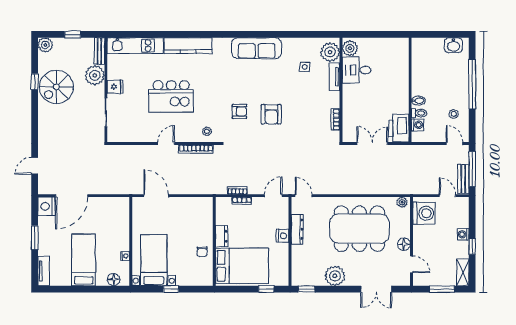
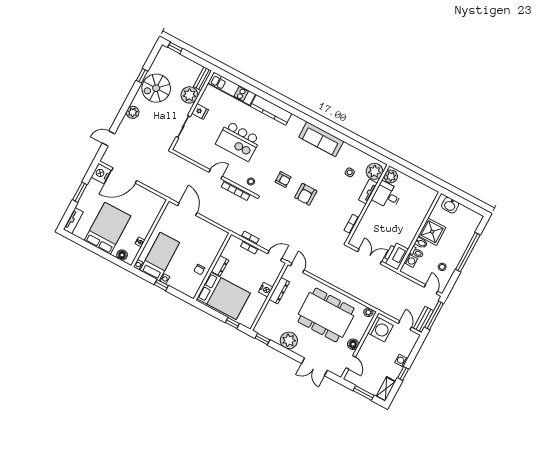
window: (73, 34) -> (175, 48), moved
plant: (45, 45) -> (133, 112), moved
washbasin: (453, 45) -> (450, 205), moved
shower: (424, 83) -> (432, 232), added
bed: (84, 260) -> (107, 228), width x1.50

